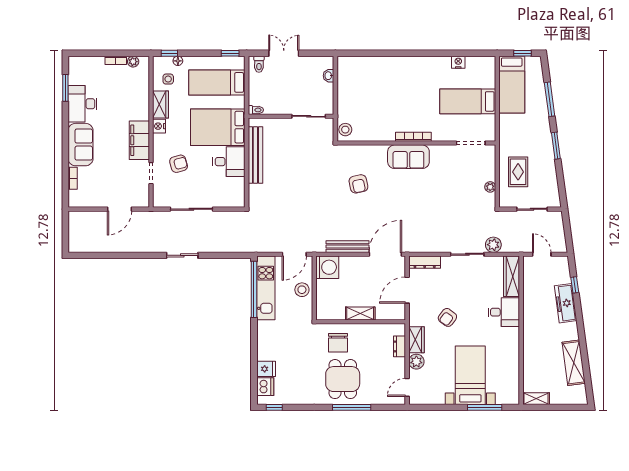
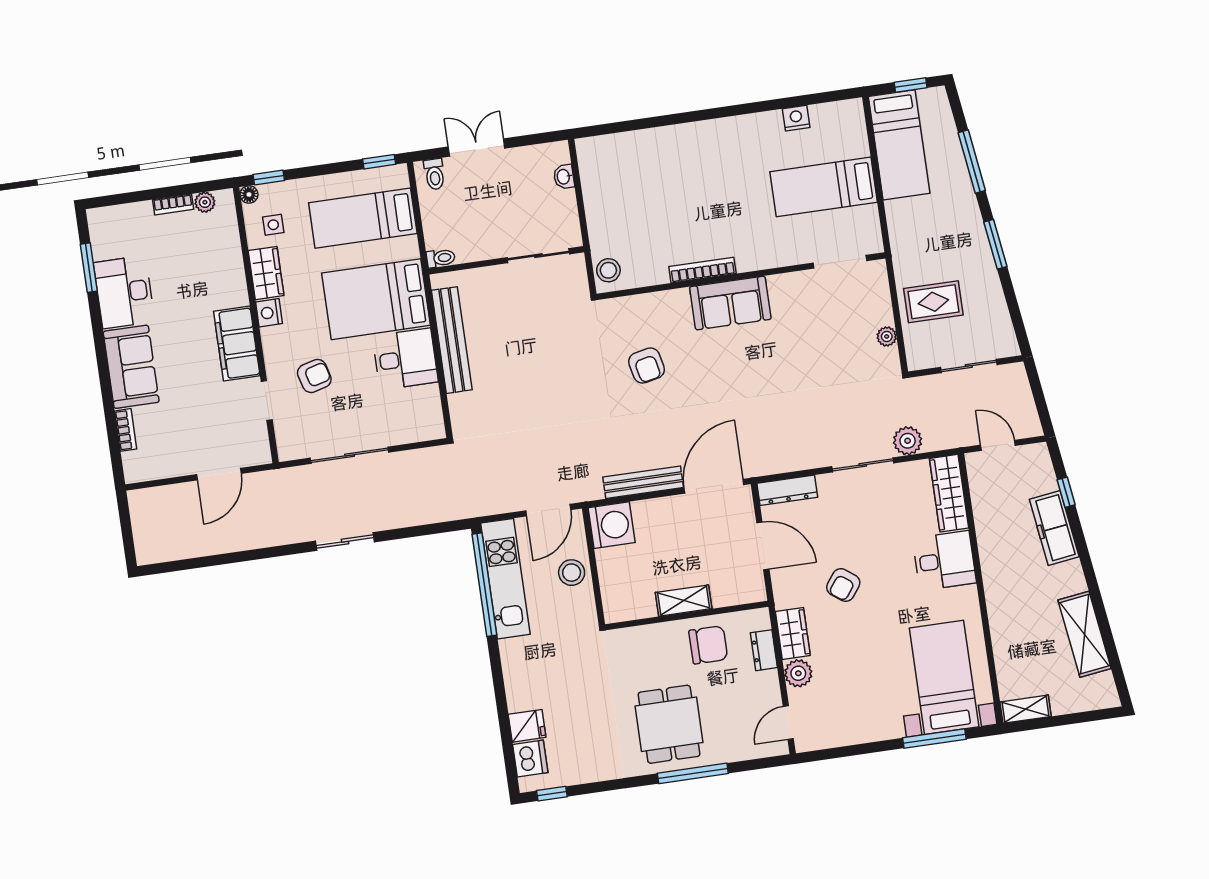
floor lamp: (178, 61) -> (249, 194), moved
bookcase: (413, 137) -> (702, 270), moved
rug: (518, 172) -> (933, 302), turned 90
door: (407, 290) -> (763, 546), swing flipped
chair: (338, 343) -> (708, 645), moved, turned -90
bed with nightstands: (470, 375) -> (944, 677), moved

